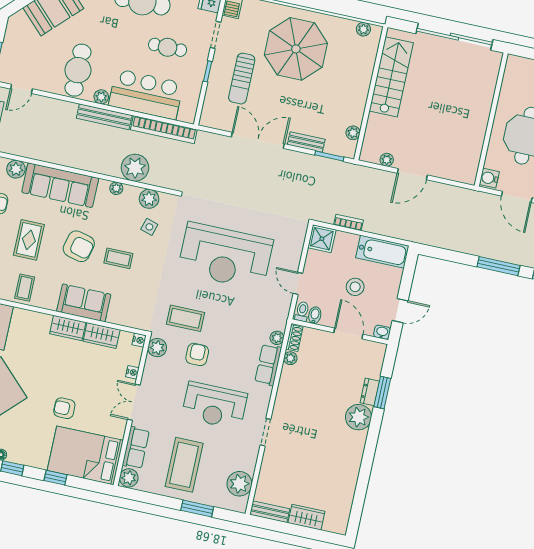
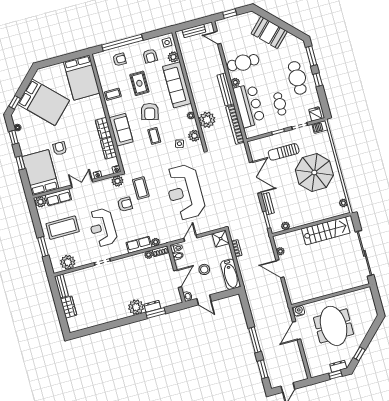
rug: (29, 240) -> (139, 83), turned 90

